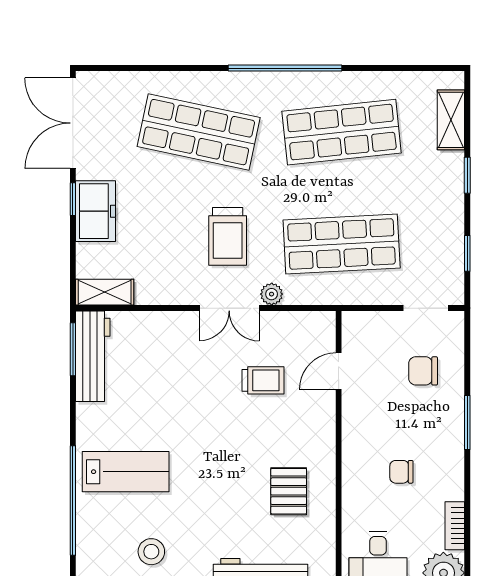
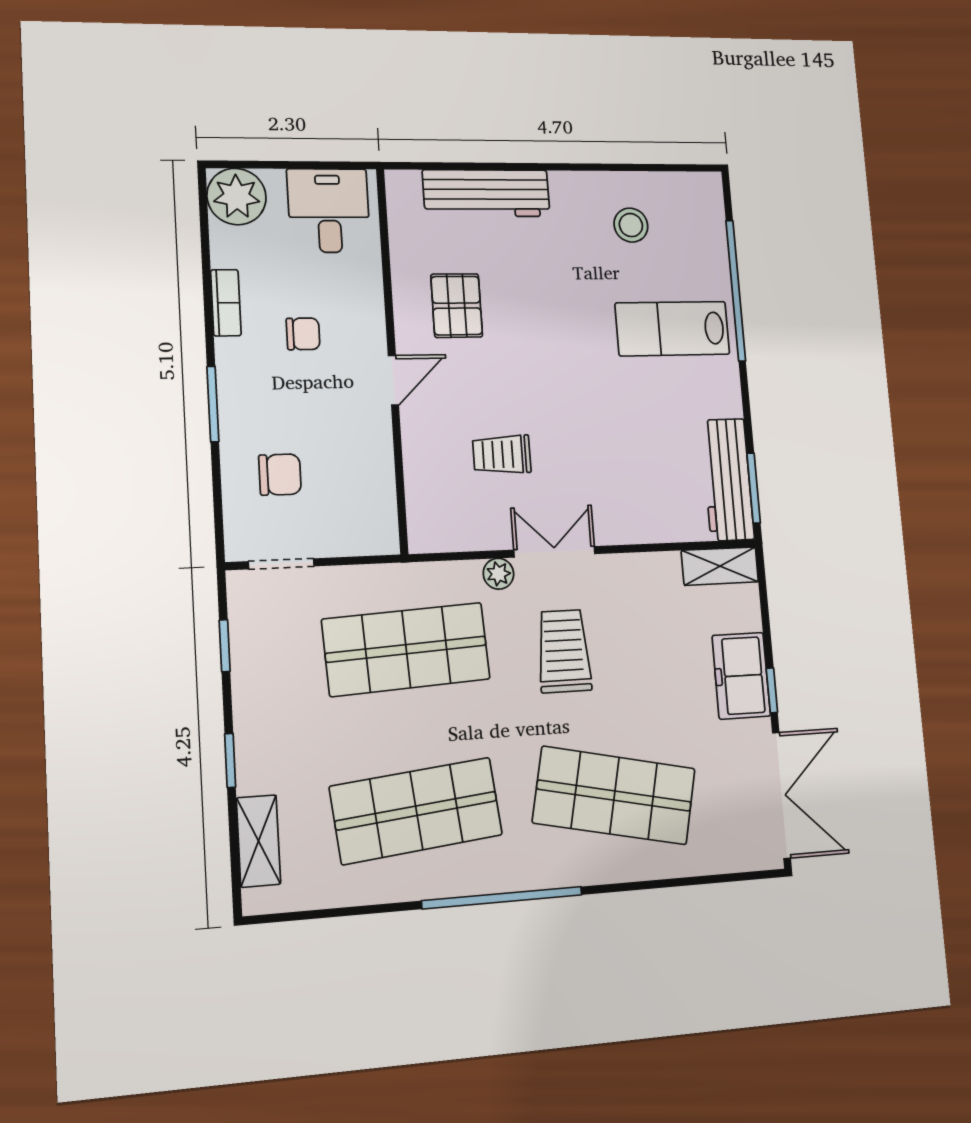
door: (339, 371) -> (393, 380), moved
bookcase: (455, 526) -> (226, 303), moved

